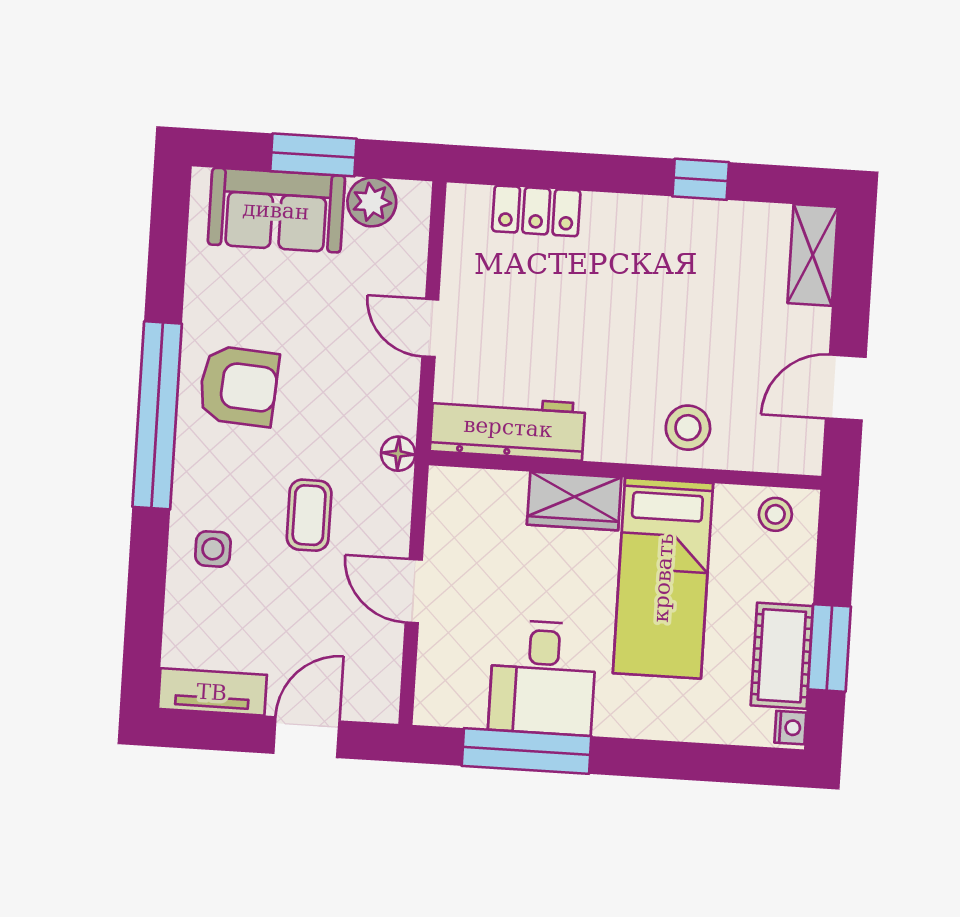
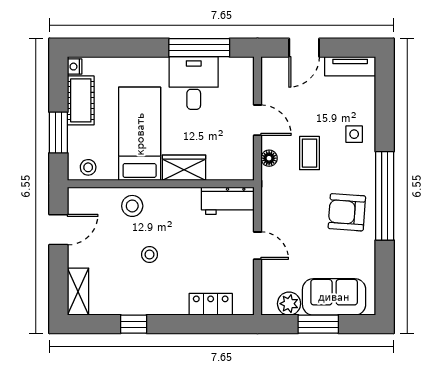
stool: (658, 323) -> (150, 255), added
workbench: (508, 427) -> (228, 201), width x0.73
floor lamp: (398, 454) -> (269, 158), moved
window: (829, 648) -> (58, 133), moved

